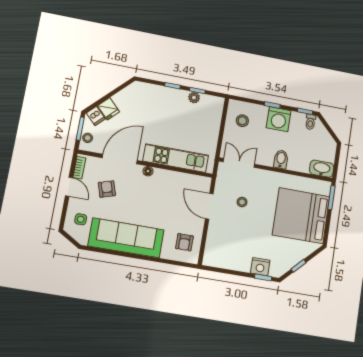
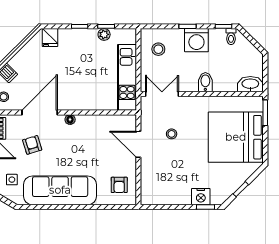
fridge: (108, 109) -> (50, 38), moved, turned 45
kitchen unit: (176, 158) -> (127, 77), moved, turned -90

